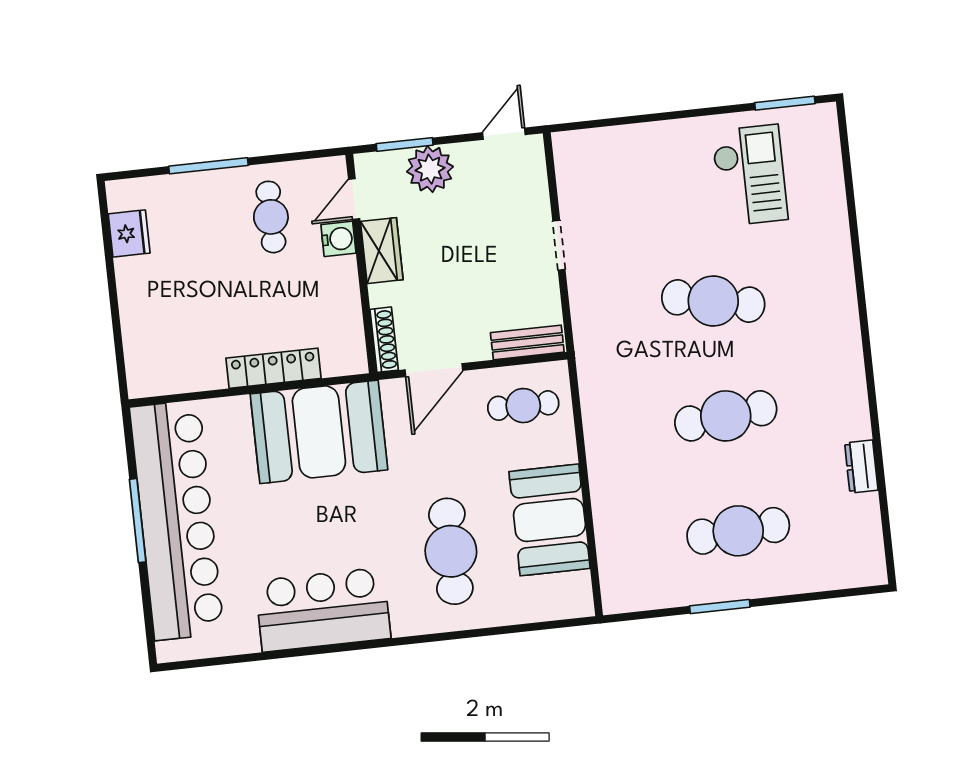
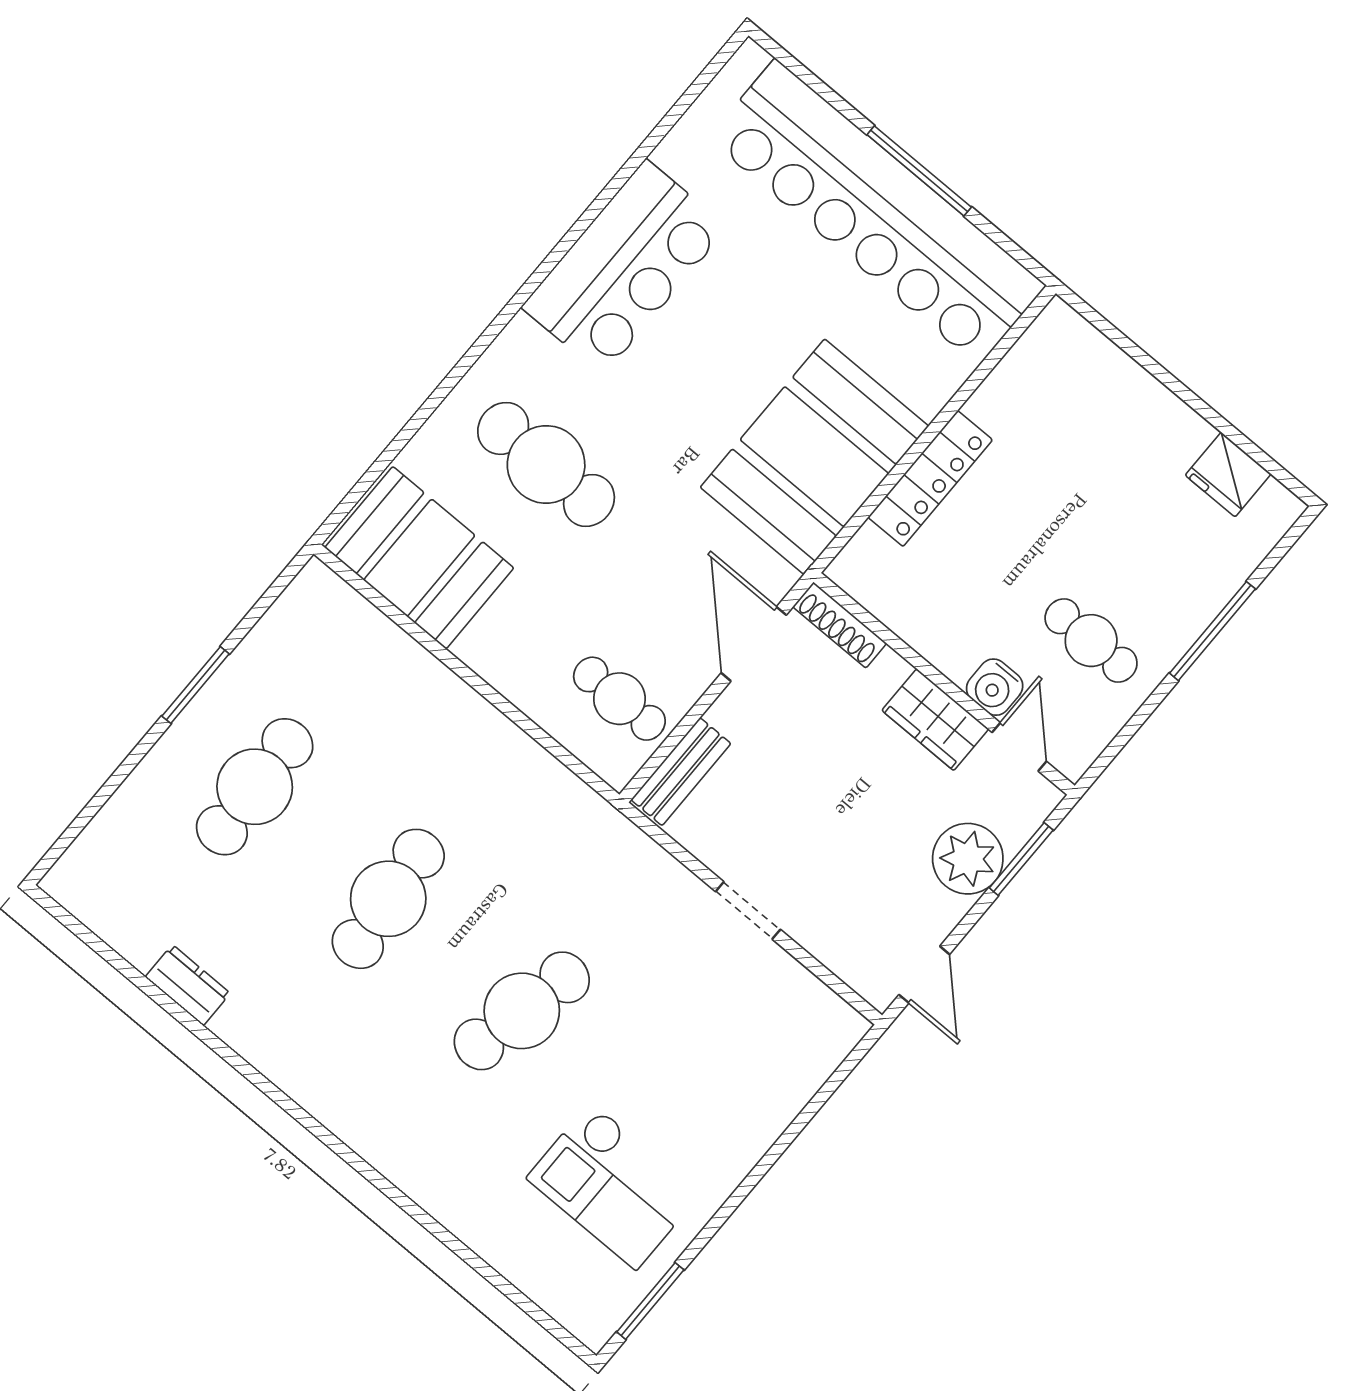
cafe table: (523, 406) -> (619, 699), turned 90
booth: (549, 520) -> (419, 558), moved

